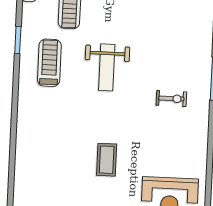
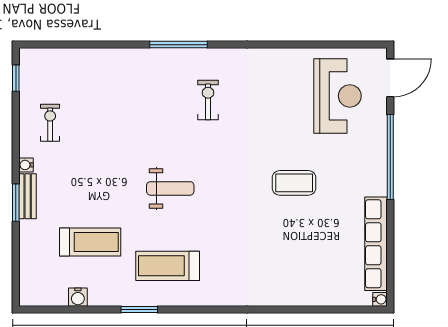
weight bench: (107, 67) -> (170, 188), width x0.73, depth x0.75

